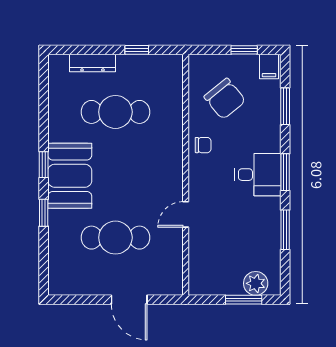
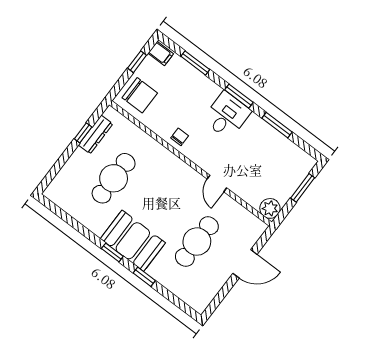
dresser: (92, 63) -> (96, 134), moved
chair: (225, 99) -> (140, 95), moved, turned 39
plant: (256, 283) -> (270, 208), moved

